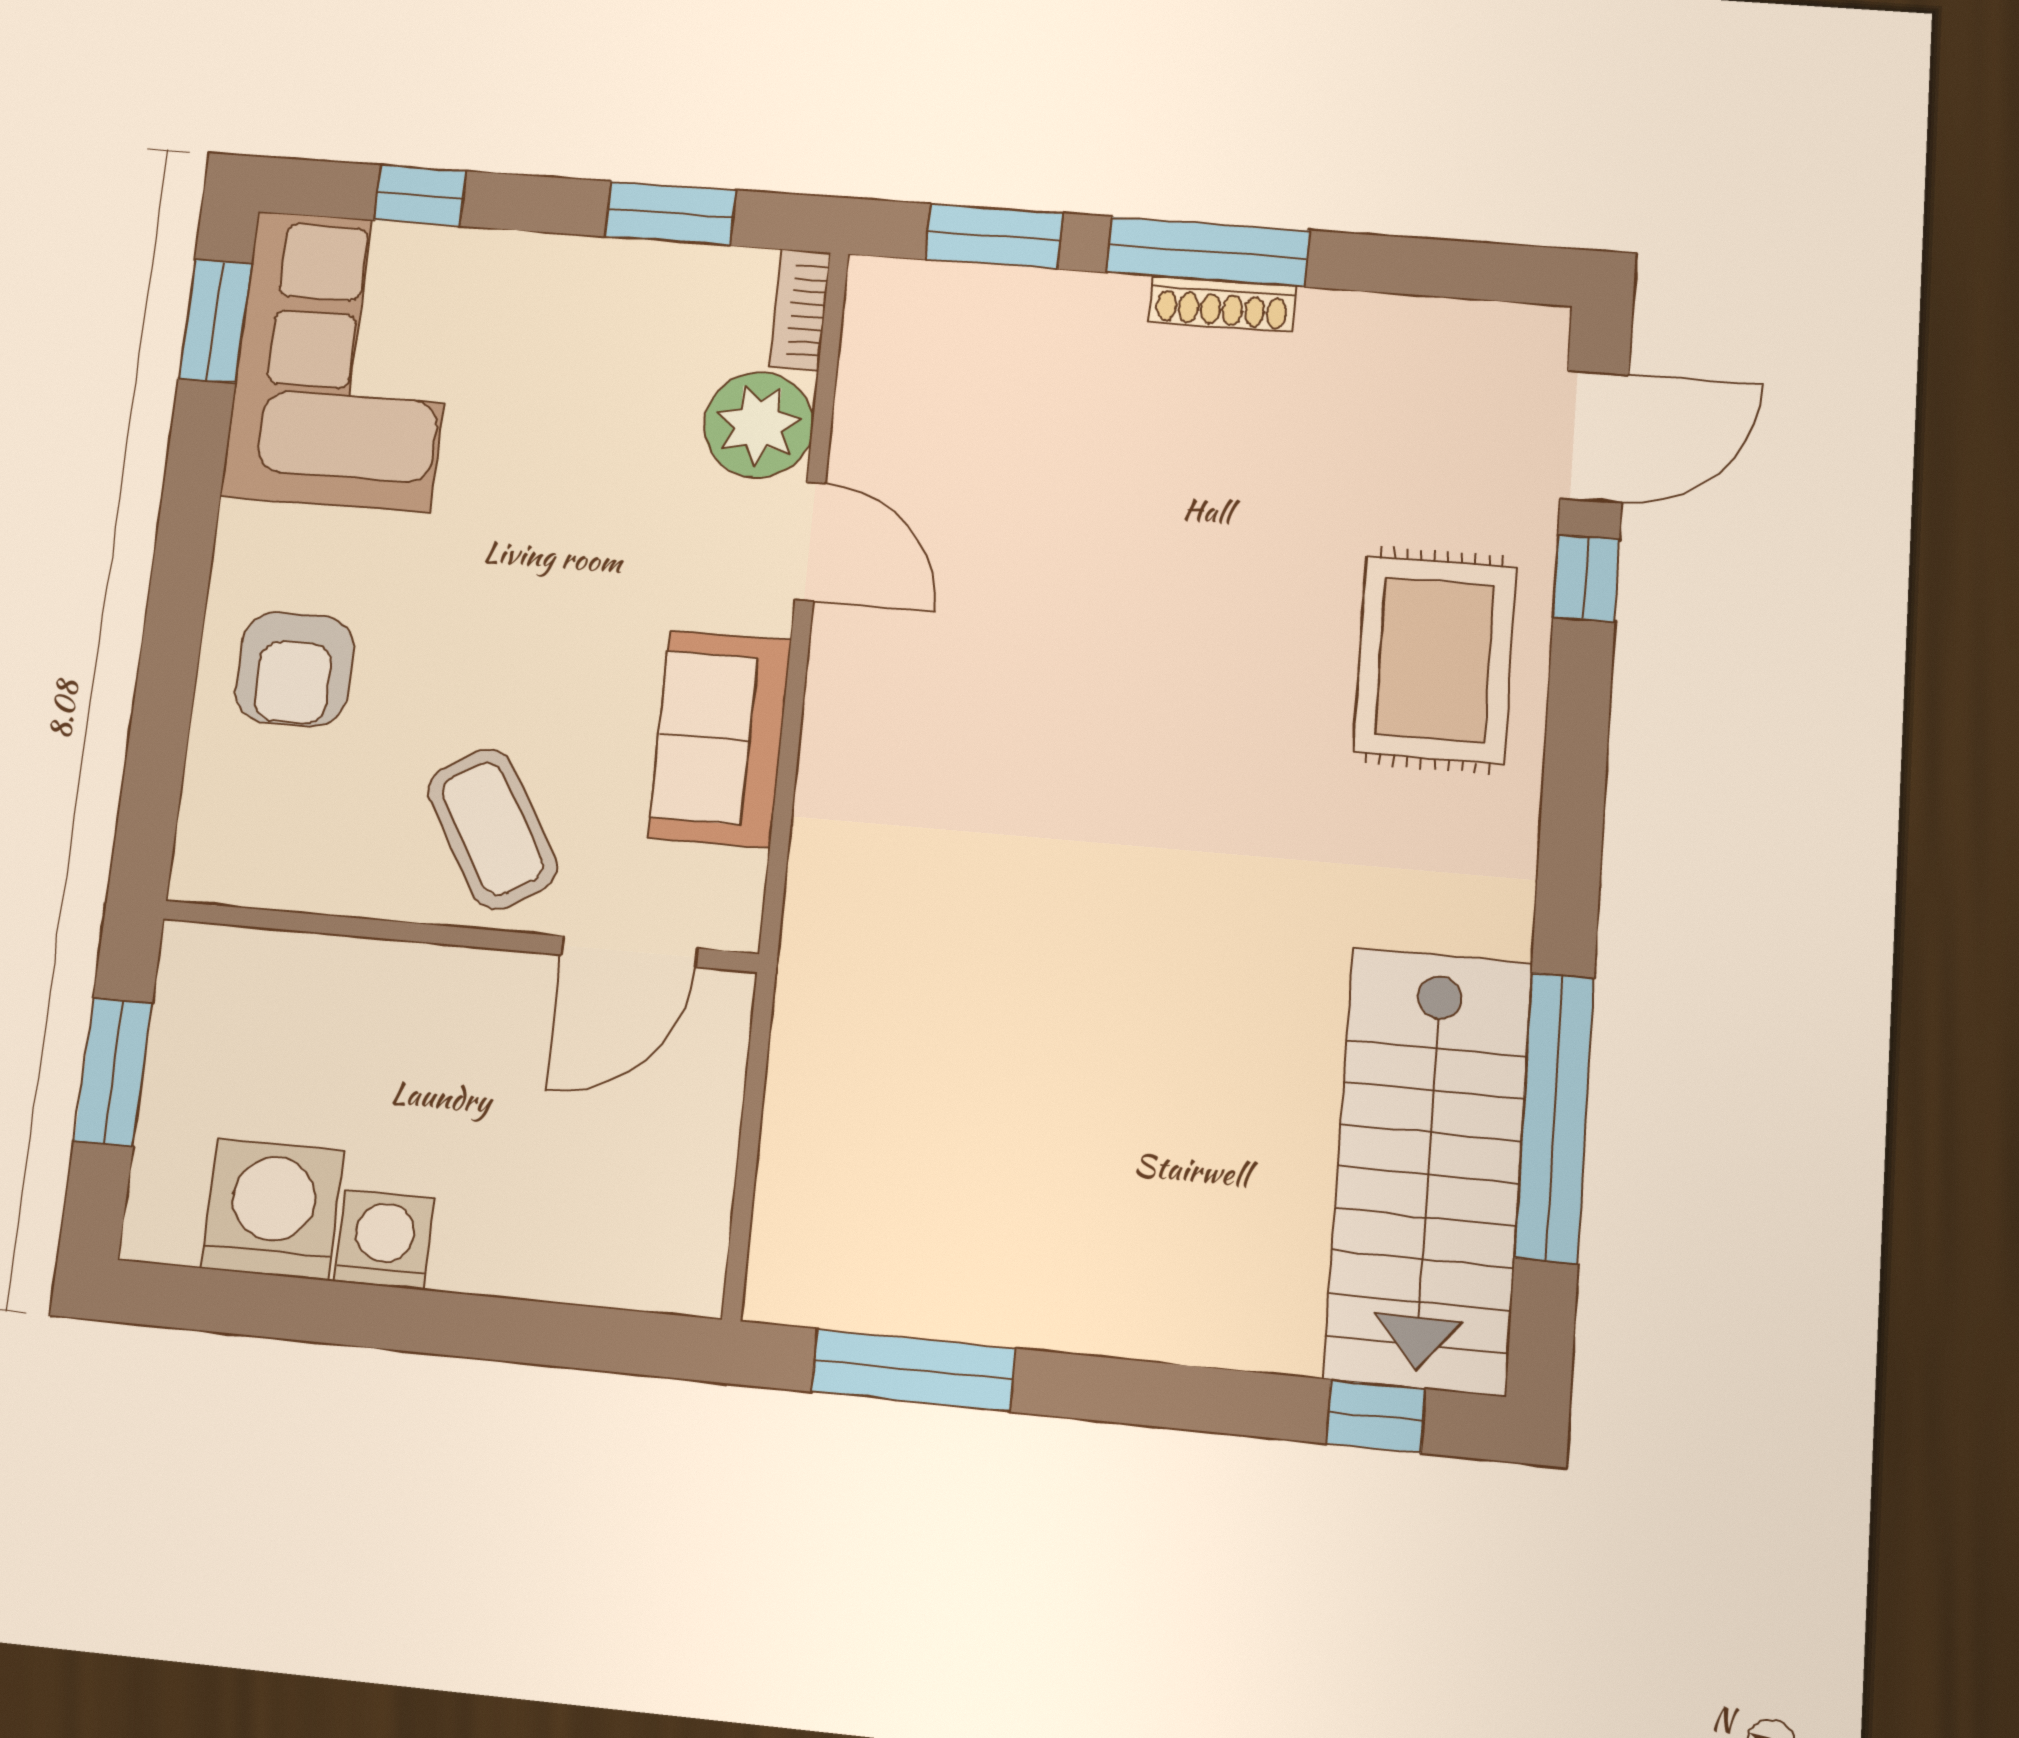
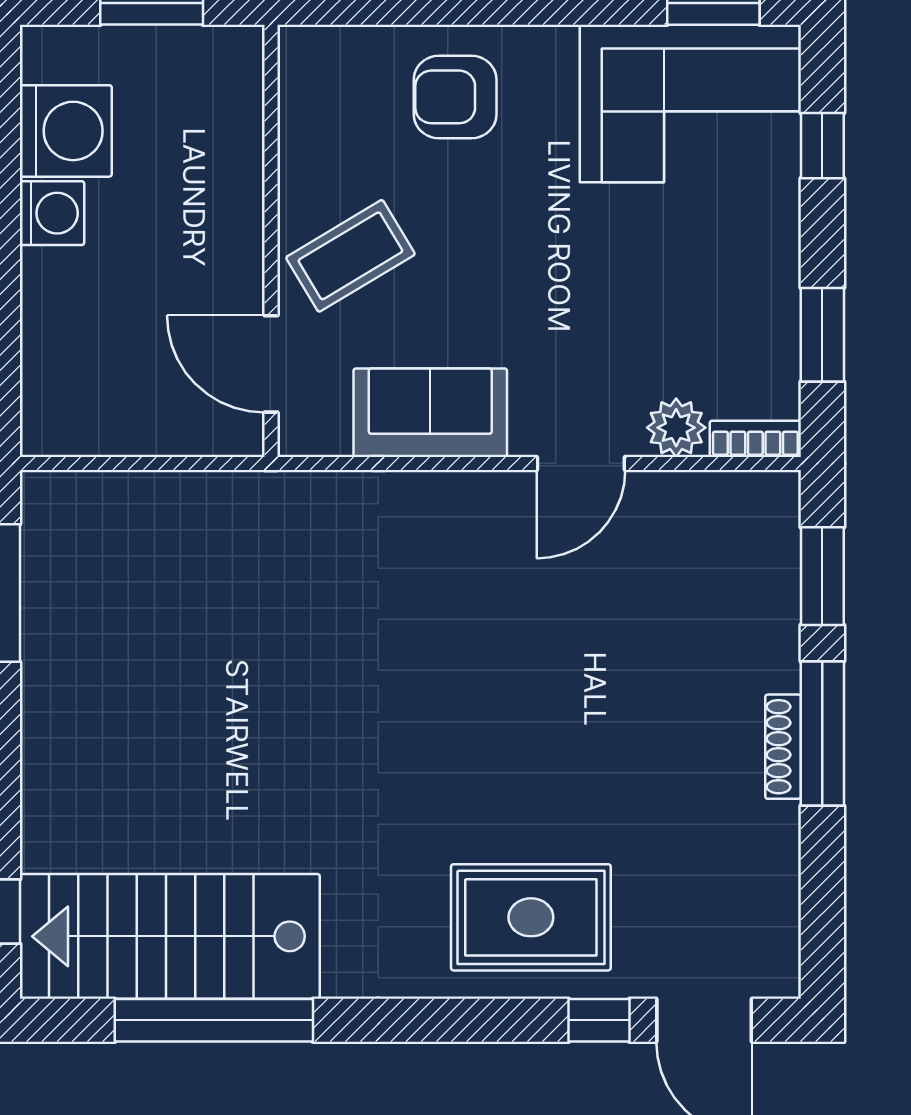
plant: (759, 425) -> (676, 428), width x0.73, depth x0.73

